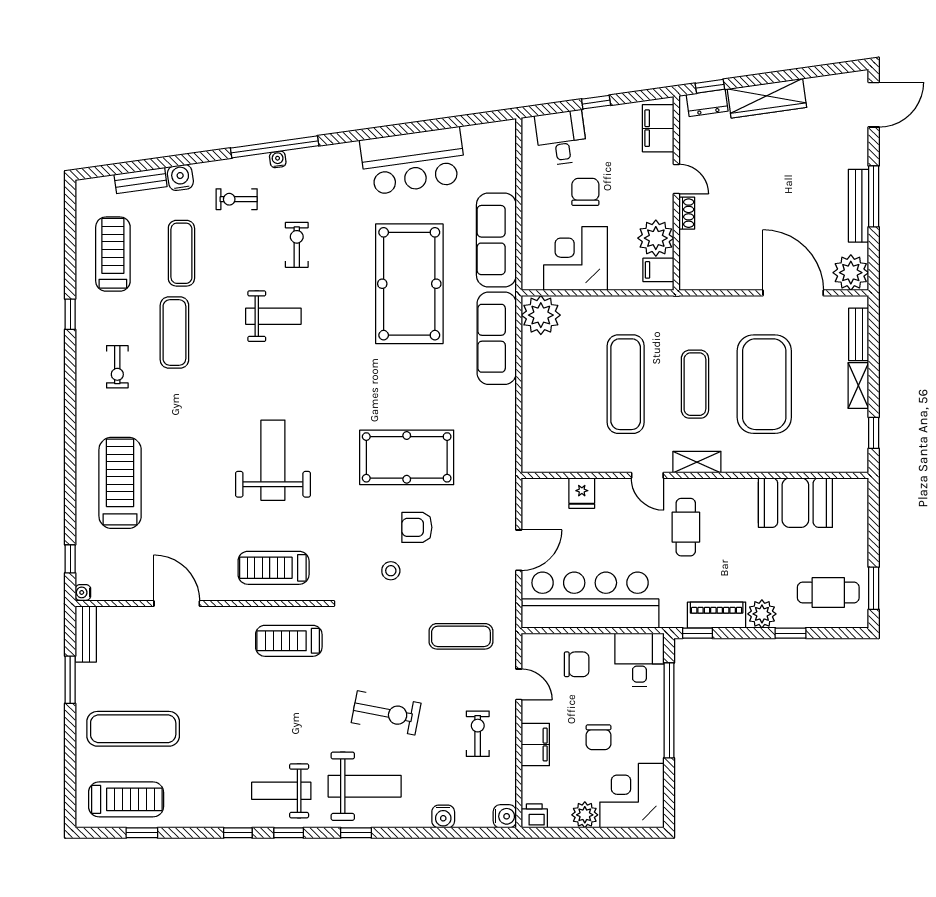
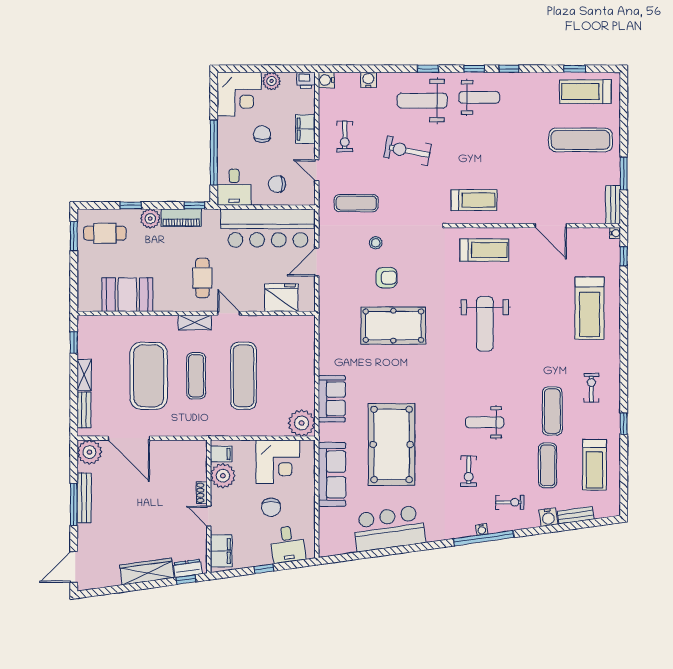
sofa: (497, 338) -> (332, 399), width x0.73
fridge: (582, 493) -> (281, 298), width x1.88, depth x1.34
stool: (391, 571) -> (376, 243), moved

